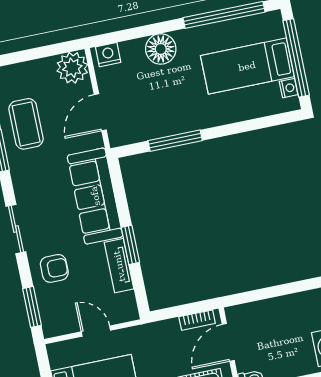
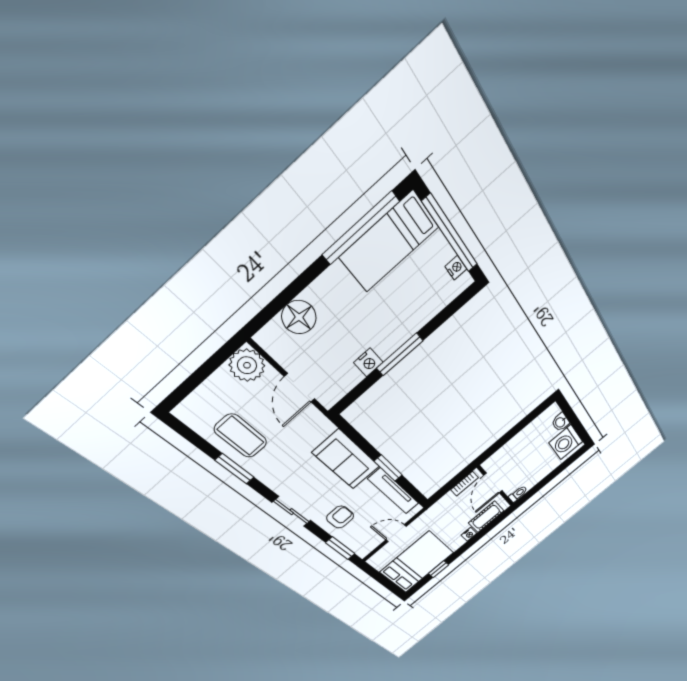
floor lamp: (161, 49) -> (299, 317), moved
nightstand: (108, 55) -> (368, 362), moved, turned 180
bed: (247, 66) -> (389, 242), moved
window: (175, 141) -> (400, 354), moved
sofa: (95, 196) -> (346, 460), width x0.73
tv unit: (119, 266) -> (394, 491), width x1.41

